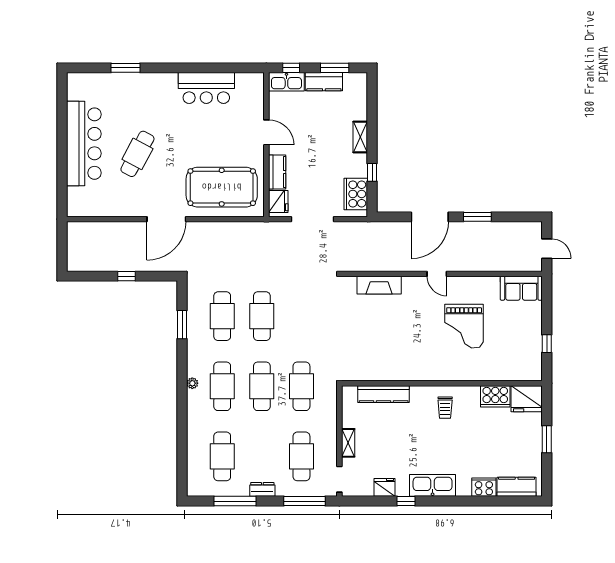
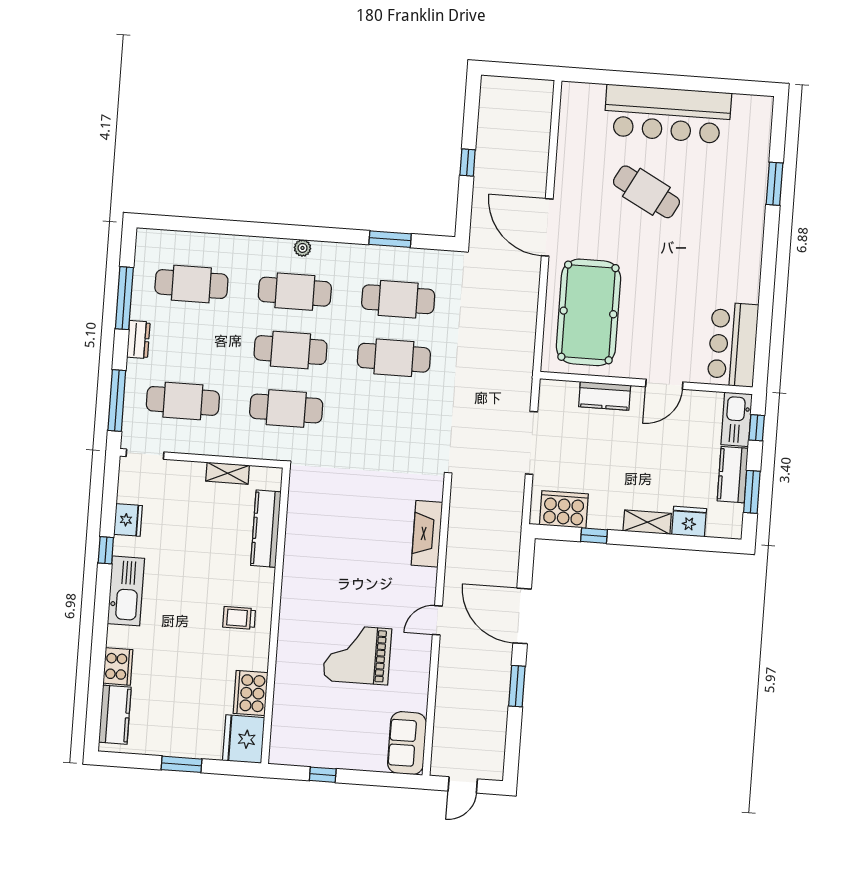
bar counter: (206, 88) -> (733, 344), moved
fridge: (278, 201) -> (689, 522), moved, turned 180
shelving: (348, 443) -> (228, 473), moved

